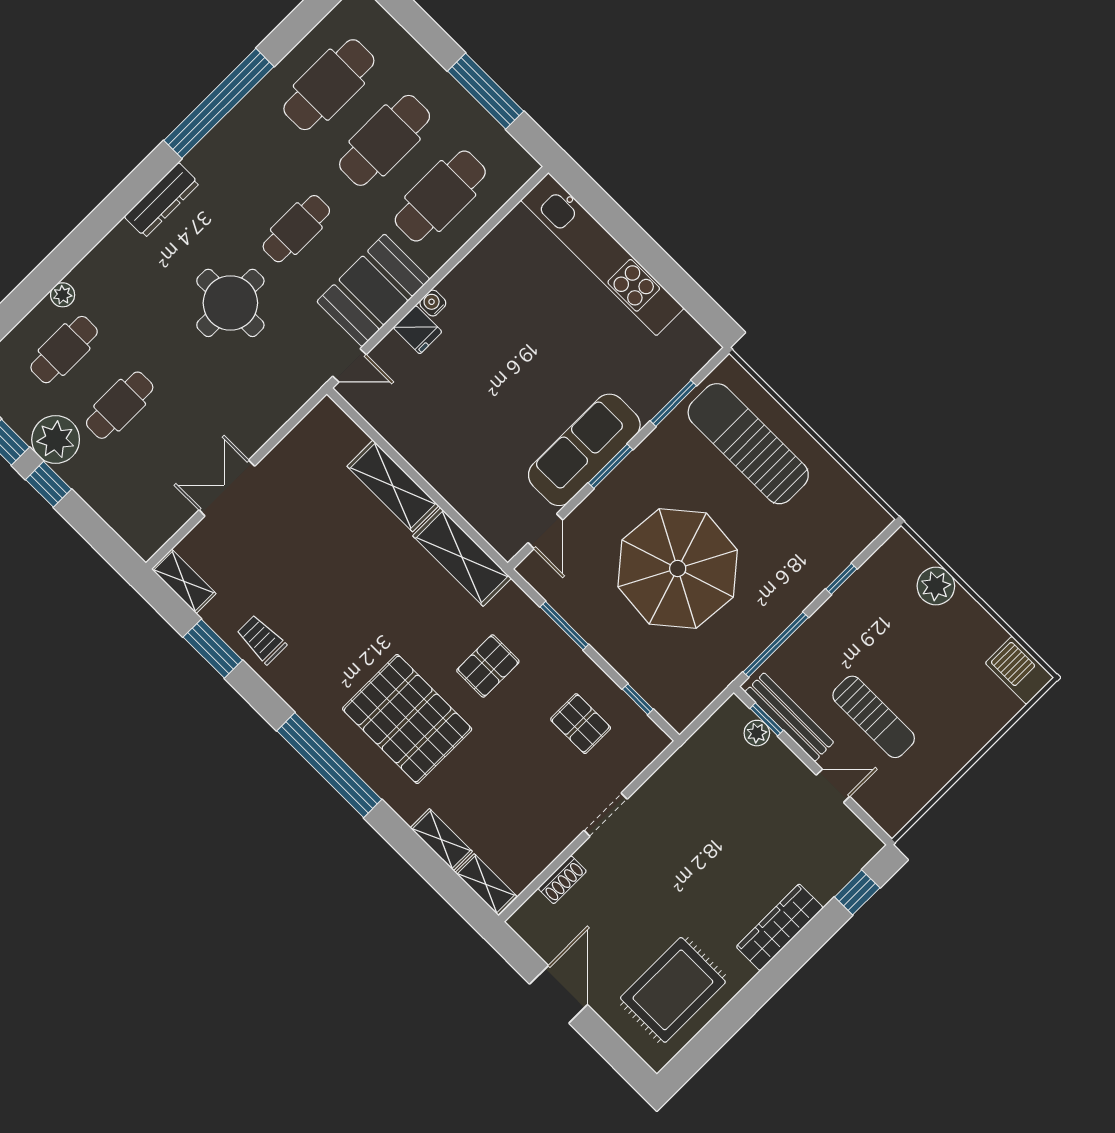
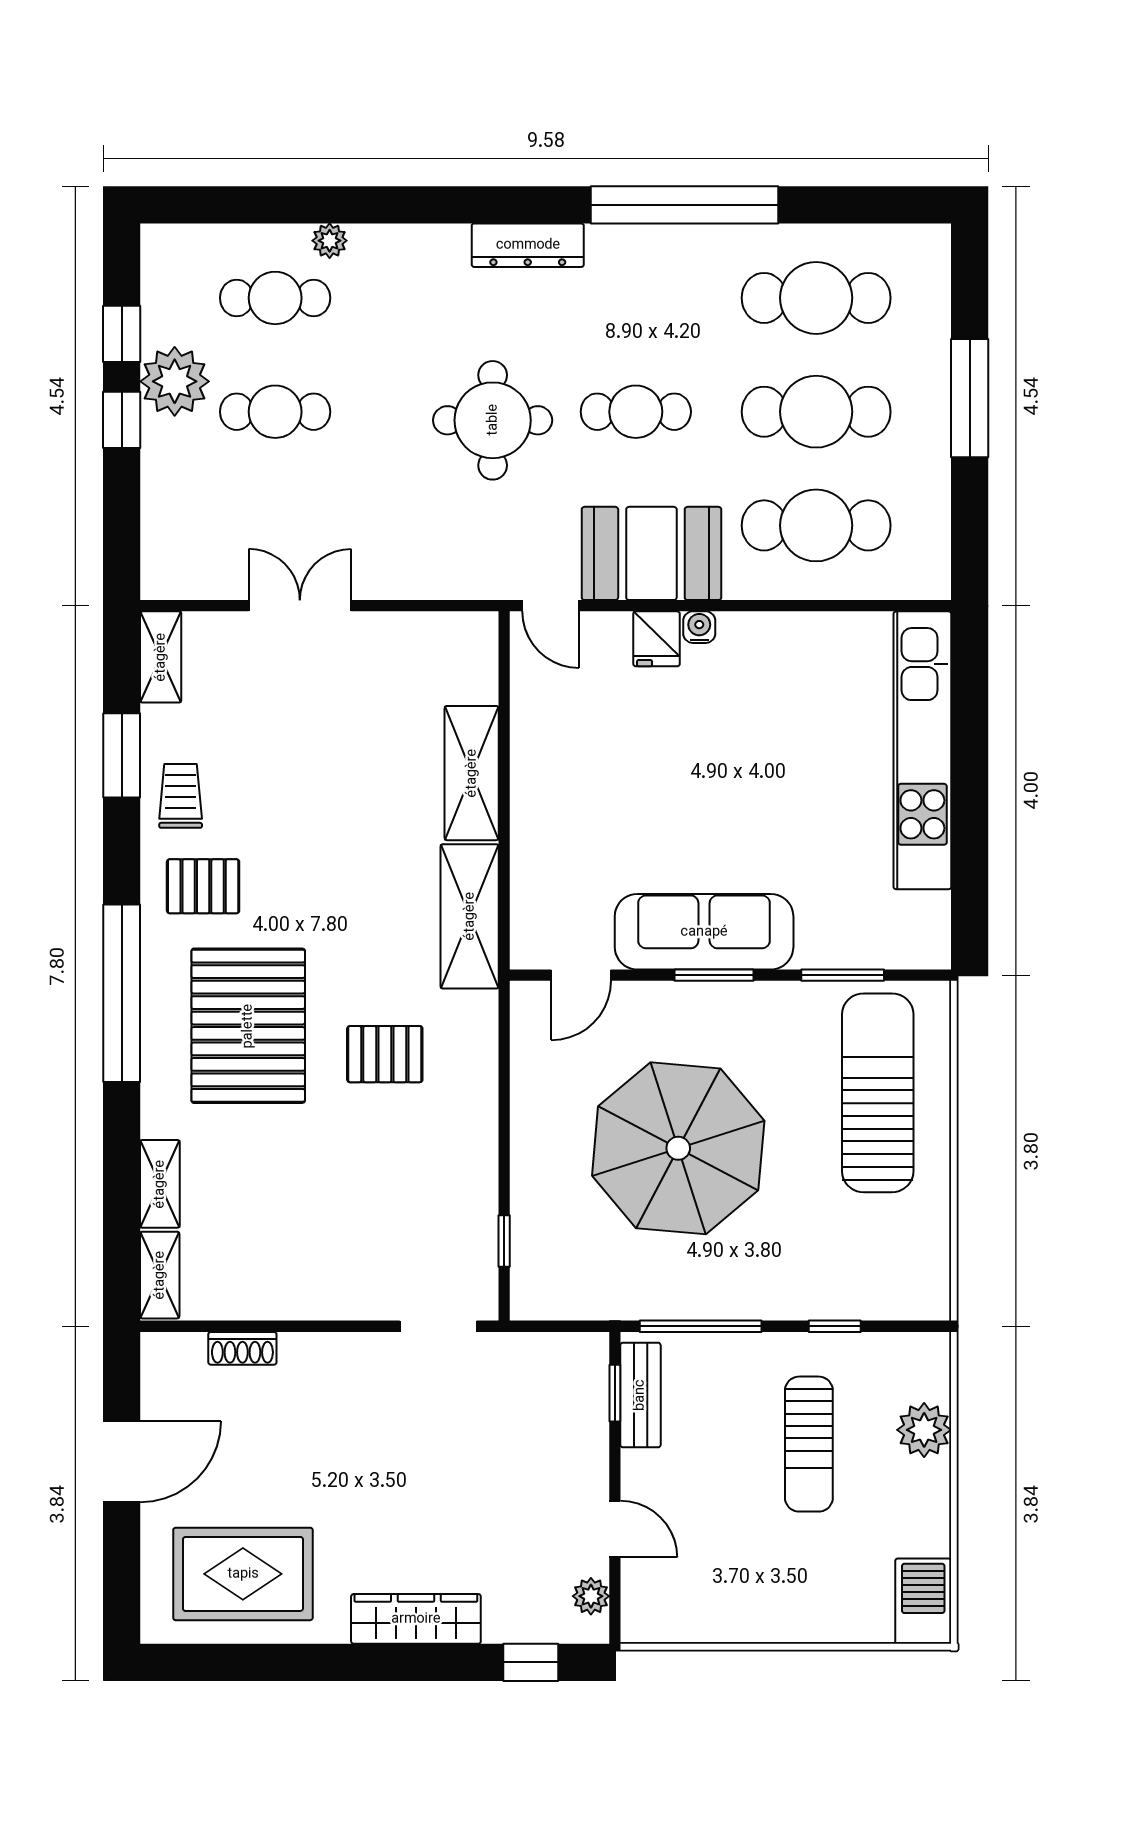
window: (486, 91) -> (970, 398), moved
window: (564, 626) -> (504, 1091), removed
bench: (789, 717) -> (640, 1395), width x0.73
sun lounger: (874, 717) -> (809, 1444), moved
pallet: (581, 724) -> (203, 886), moved, turned 90
plant: (757, 733) -> (591, 1596), moved
doorway: (606, 815) -> (438, 1326), moved

